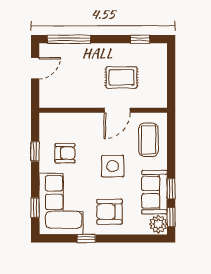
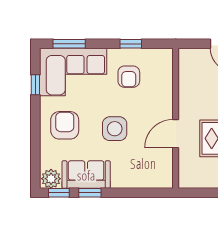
door: (117, 110) -> (176, 134), hinge flipped
coffee table: (148, 140) -> (143, 168), removed
window: (35, 208) -> (69, 44), width x1.50
window: (86, 238) -> (35, 85), moved

